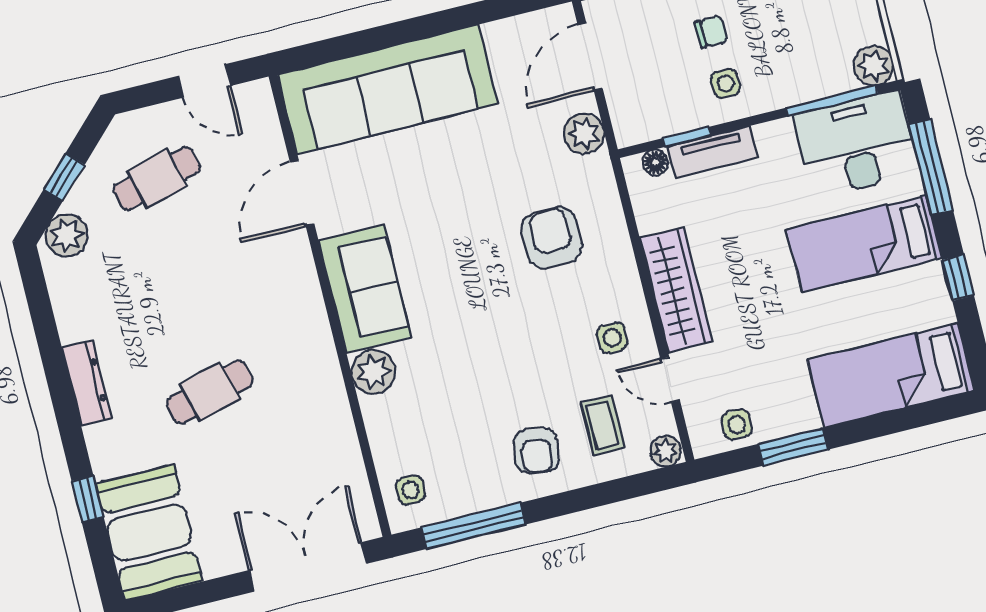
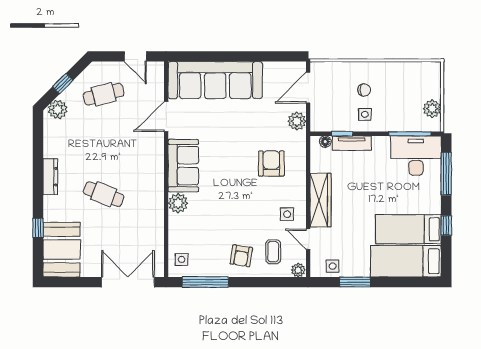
plant: (874, 66) -> (432, 109), moved
bed: (864, 244) -> (408, 229), moved
cafe table: (210, 392) -> (104, 194), turned 36

